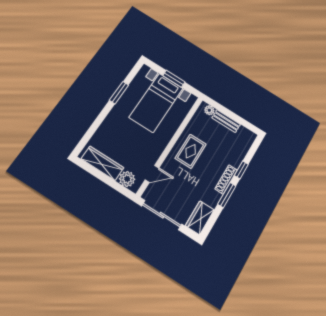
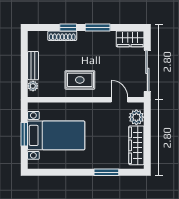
window: (119, 93) -> (106, 172), moved
shoe rack: (226, 179) -> (62, 36), moved

